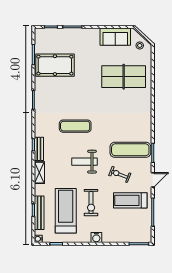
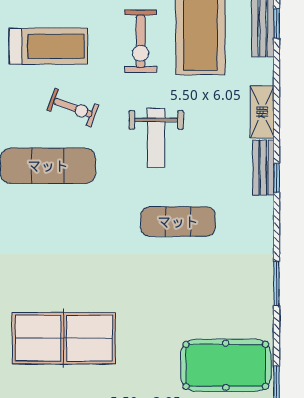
weight bench: (84, 162) -> (156, 138), turned 90
exercise bike: (91, 203) -> (141, 41), turned 180

